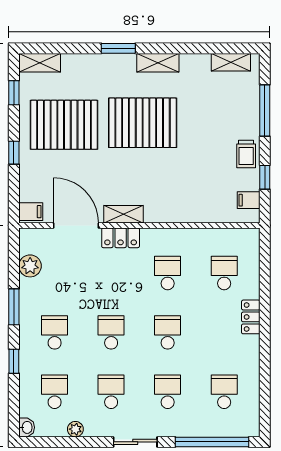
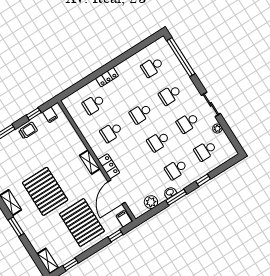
pallet: (64, 125) -> (82, 223), moved
window: (14, 153) -> (116, 236), moved
shelving: (124, 214) -> (90, 162), moved
washbasin: (27, 427) -> (170, 192), moved
sliding door: (135, 442) -> (211, 104), moved

